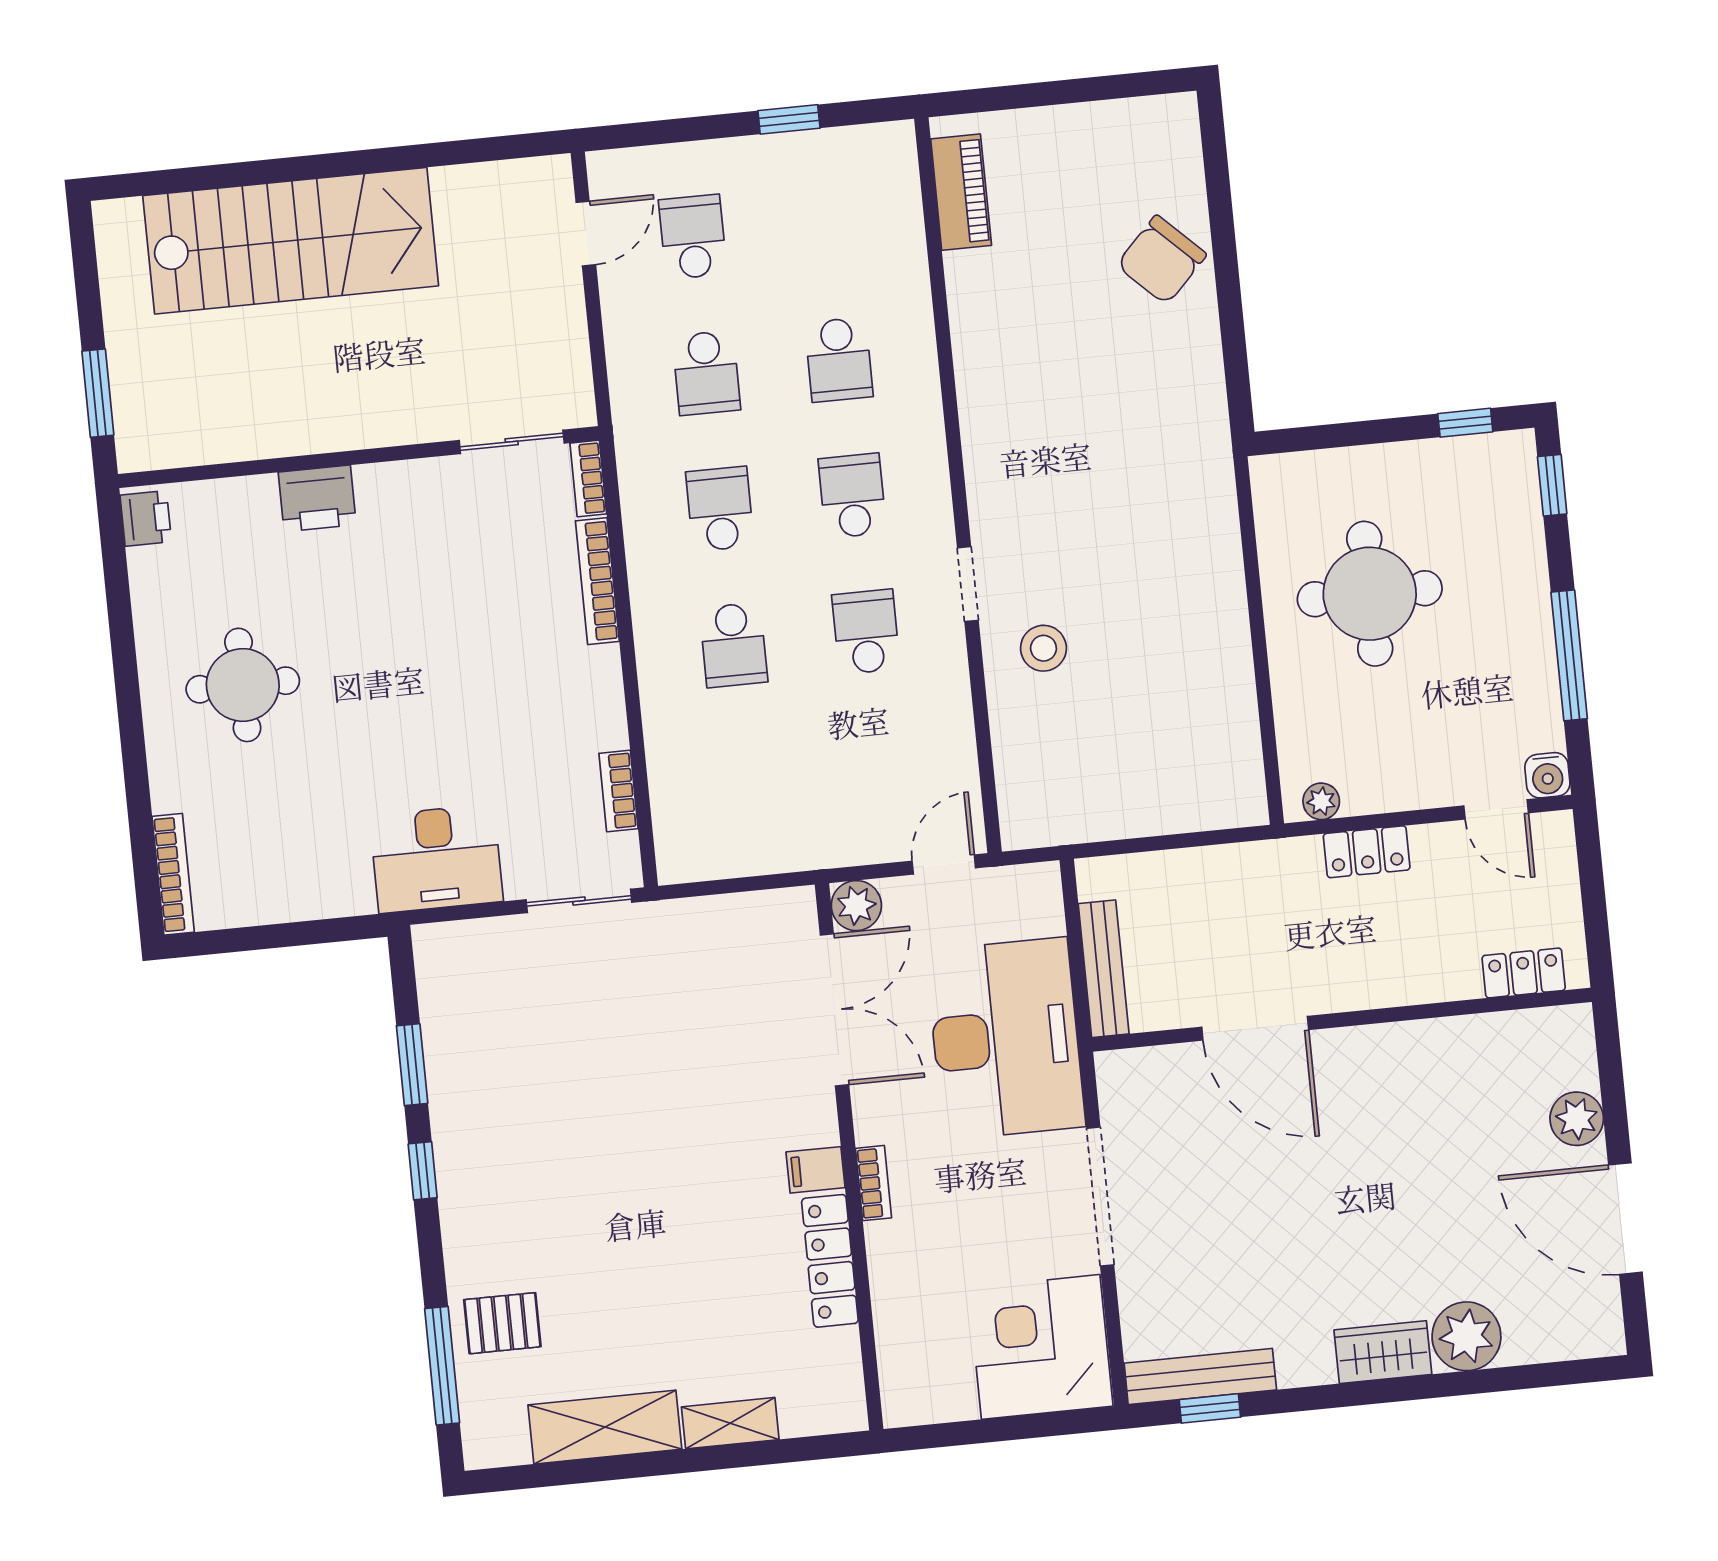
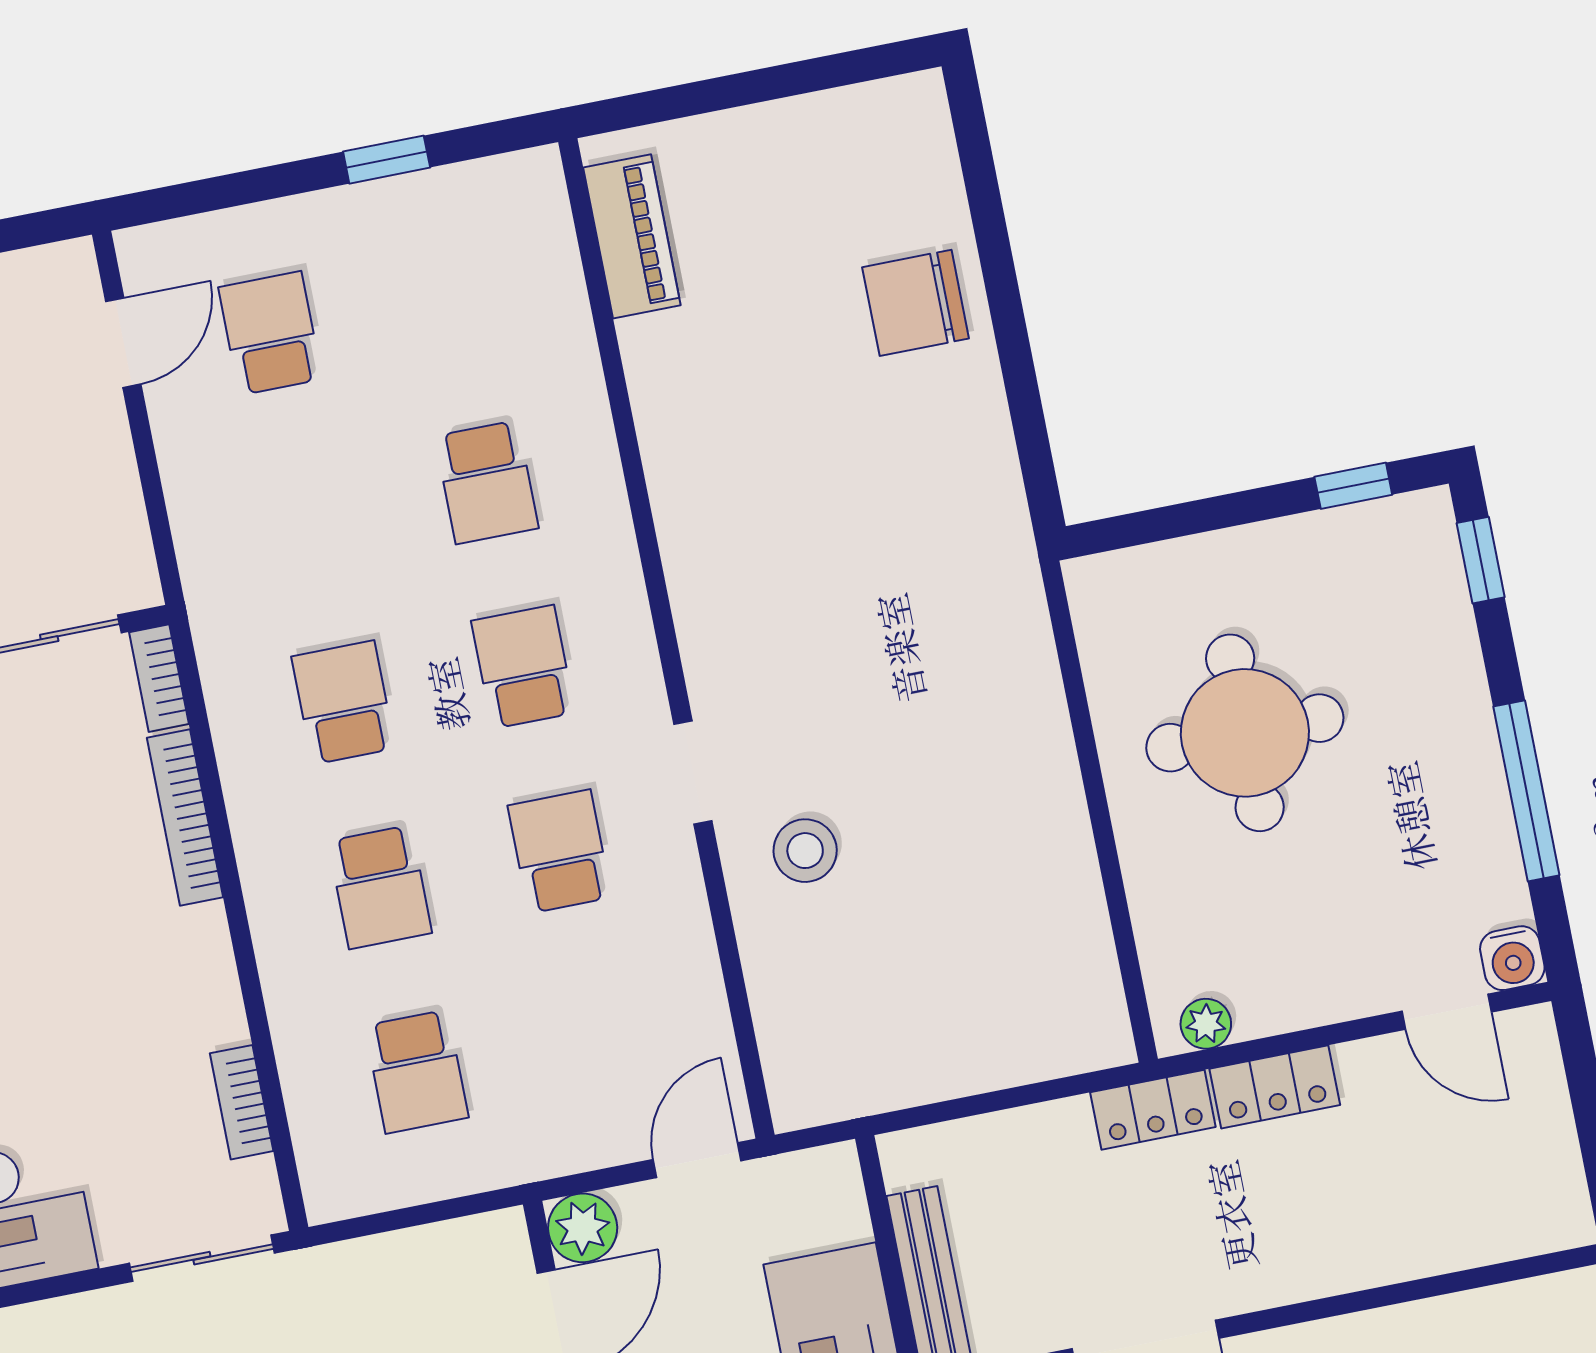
chair: (1161, 260) -> (916, 303), turned 46
school desk: (706, 373) -> (417, 1072), moved
locker: (1524, 973) -> (1153, 1110), moved, turned 180

